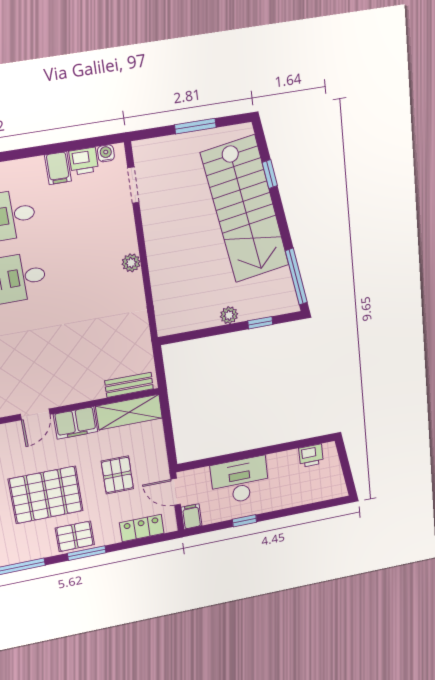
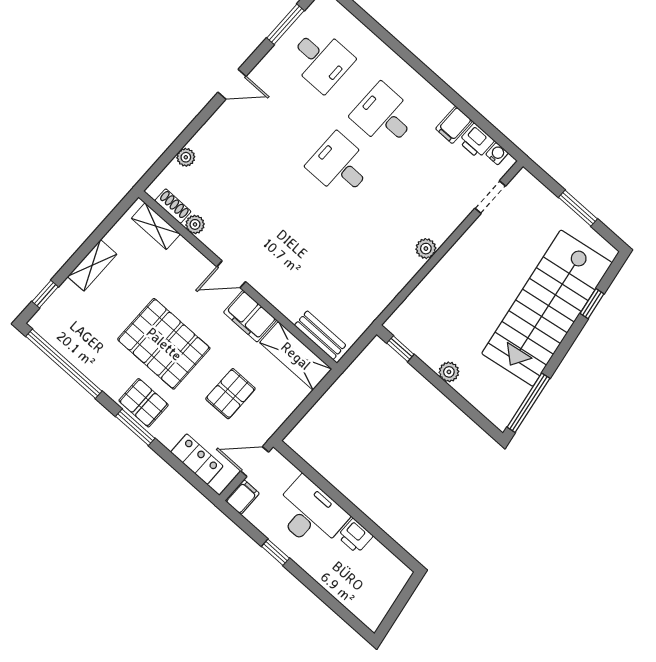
window: (260, 323) -> (400, 349), moved
printer: (311, 456) -> (355, 536), moved
door: (176, 492) -> (255, 462), hinge flipped

